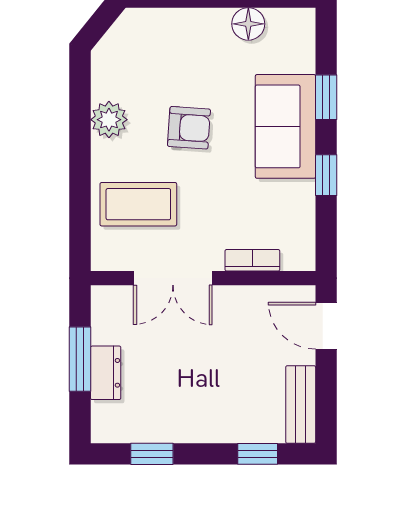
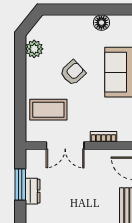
plant: (109, 120) -> (34, 49), moved
armchair: (189, 128) -> (73, 73), turned -47

